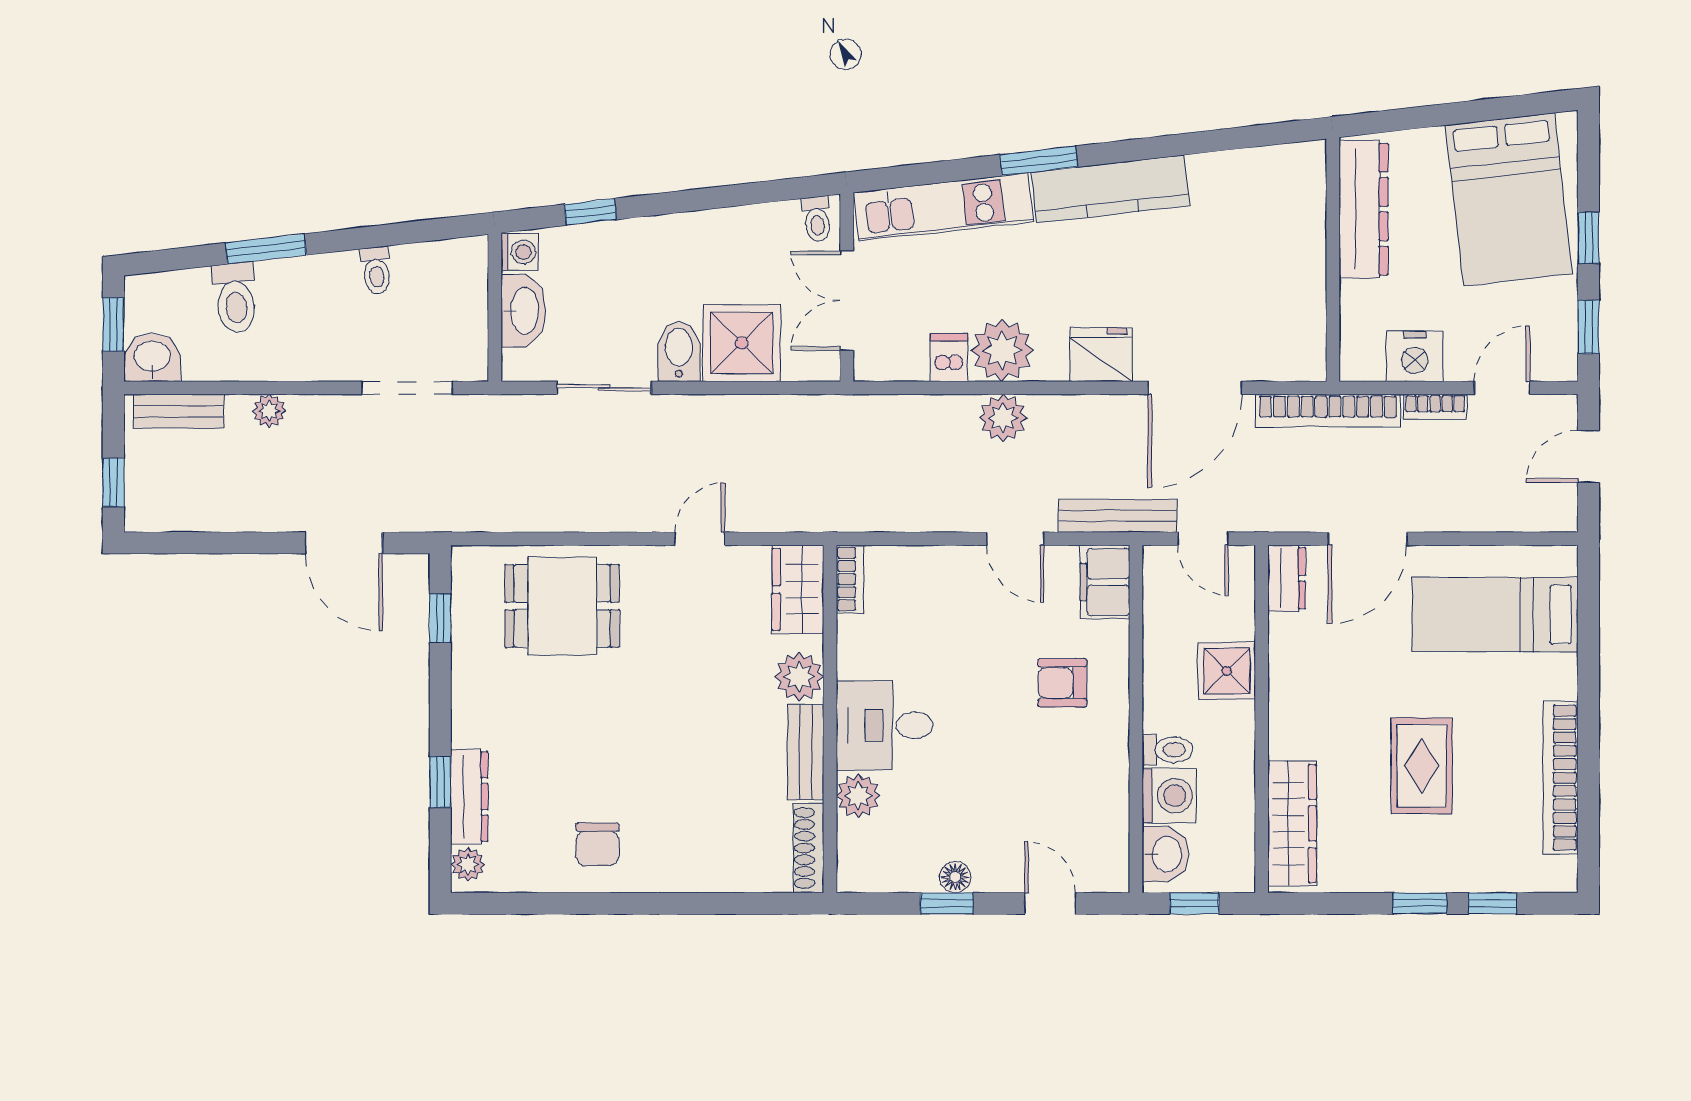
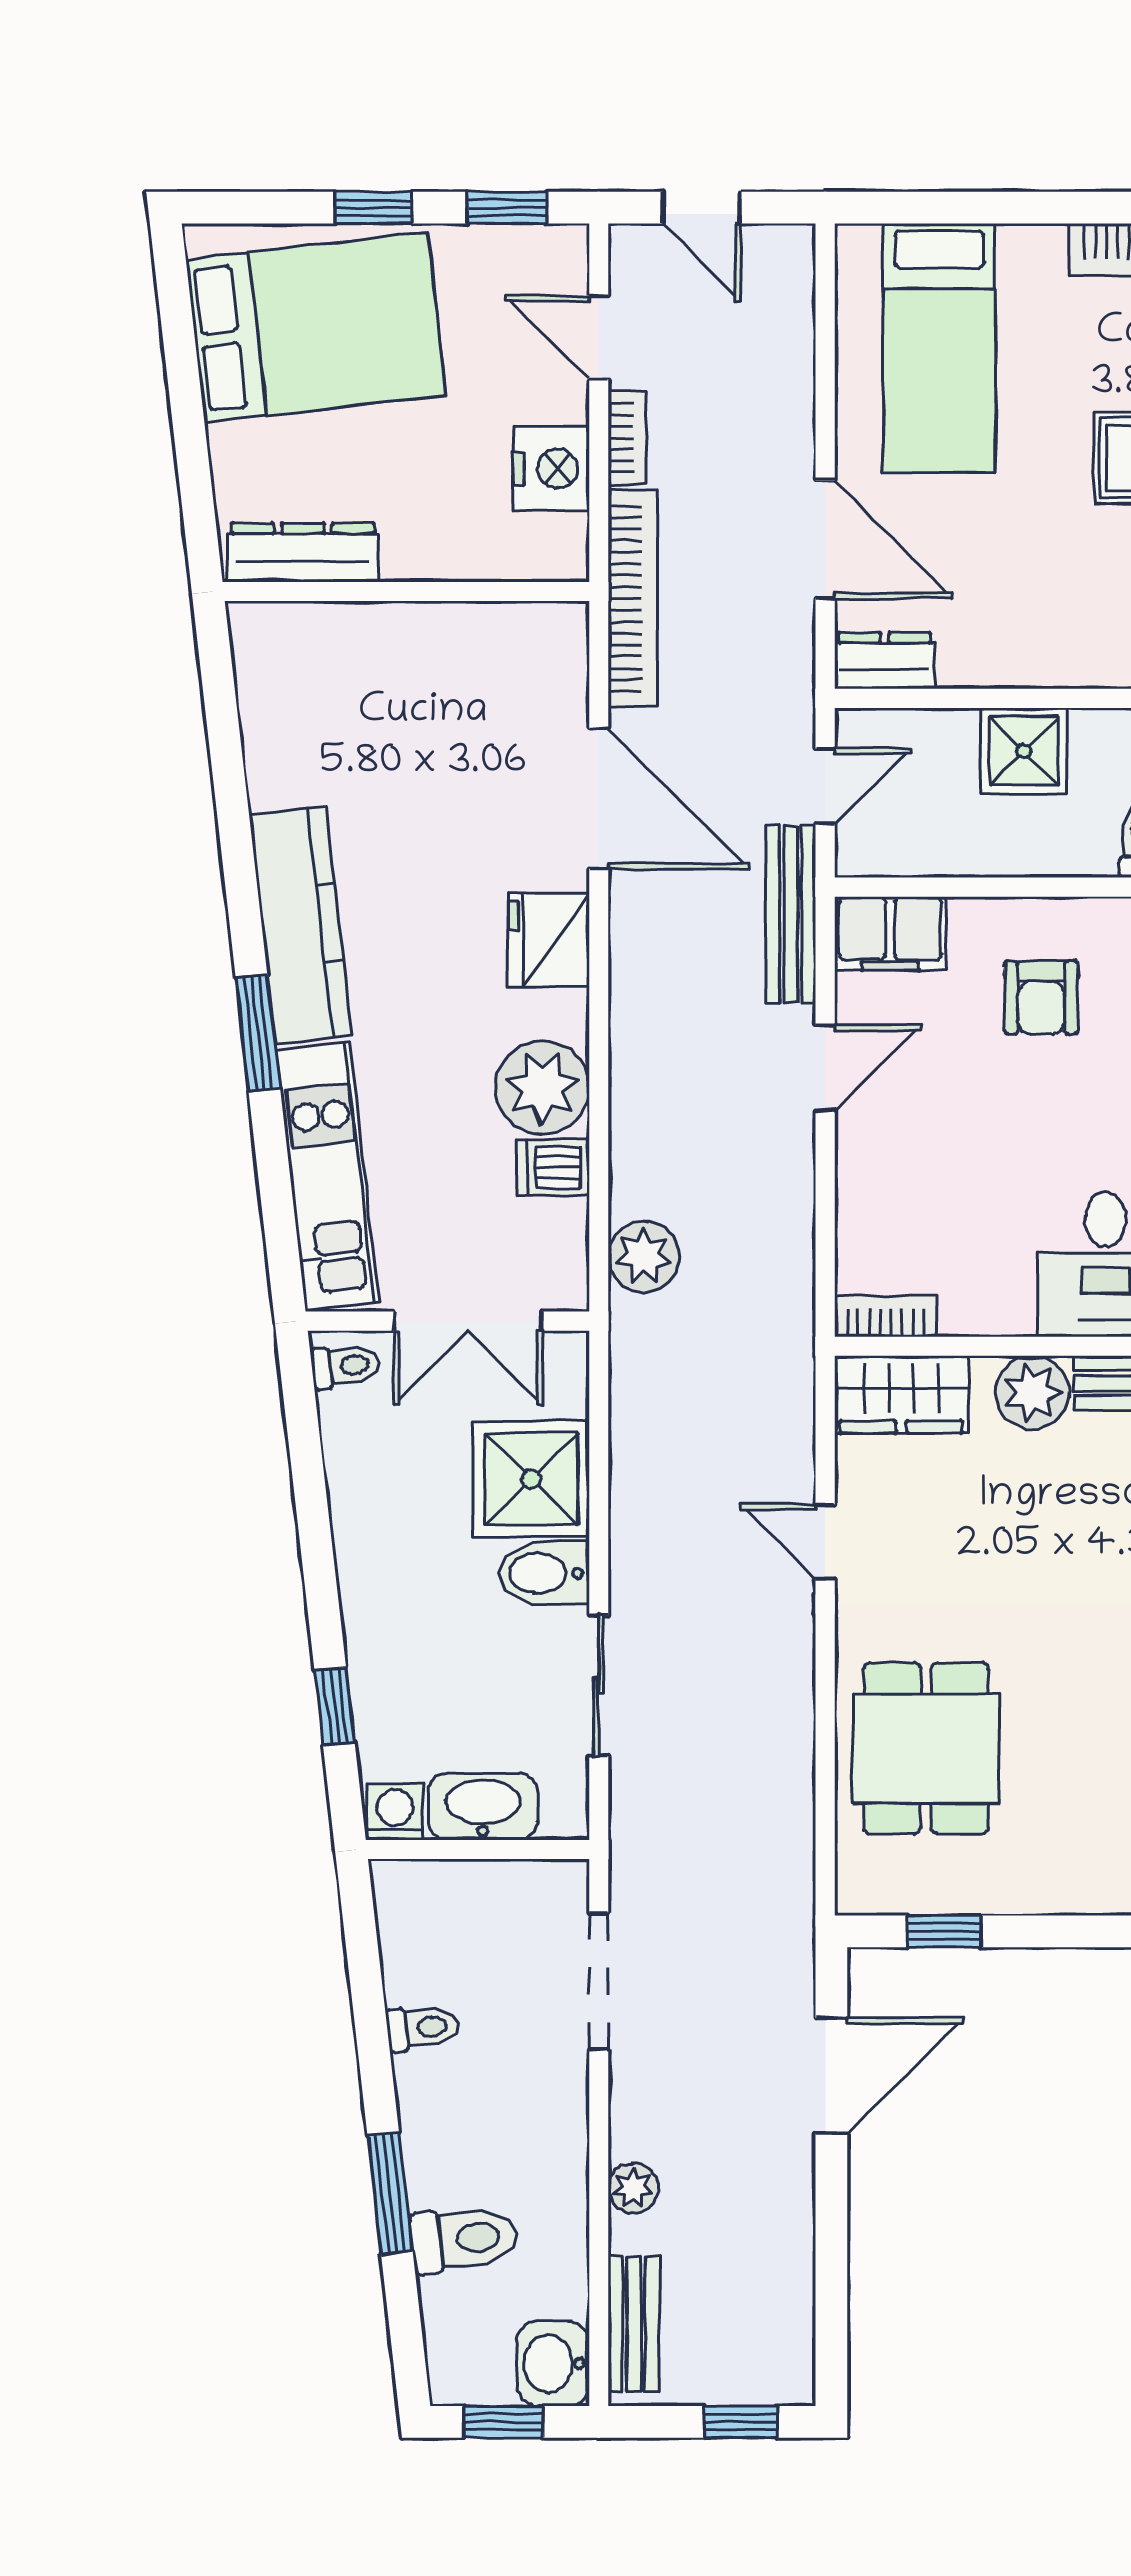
dresser: (1364, 209) -> (303, 552), width x0.73, depth x0.80
plant: (1003, 418) -> (644, 1256), moved

